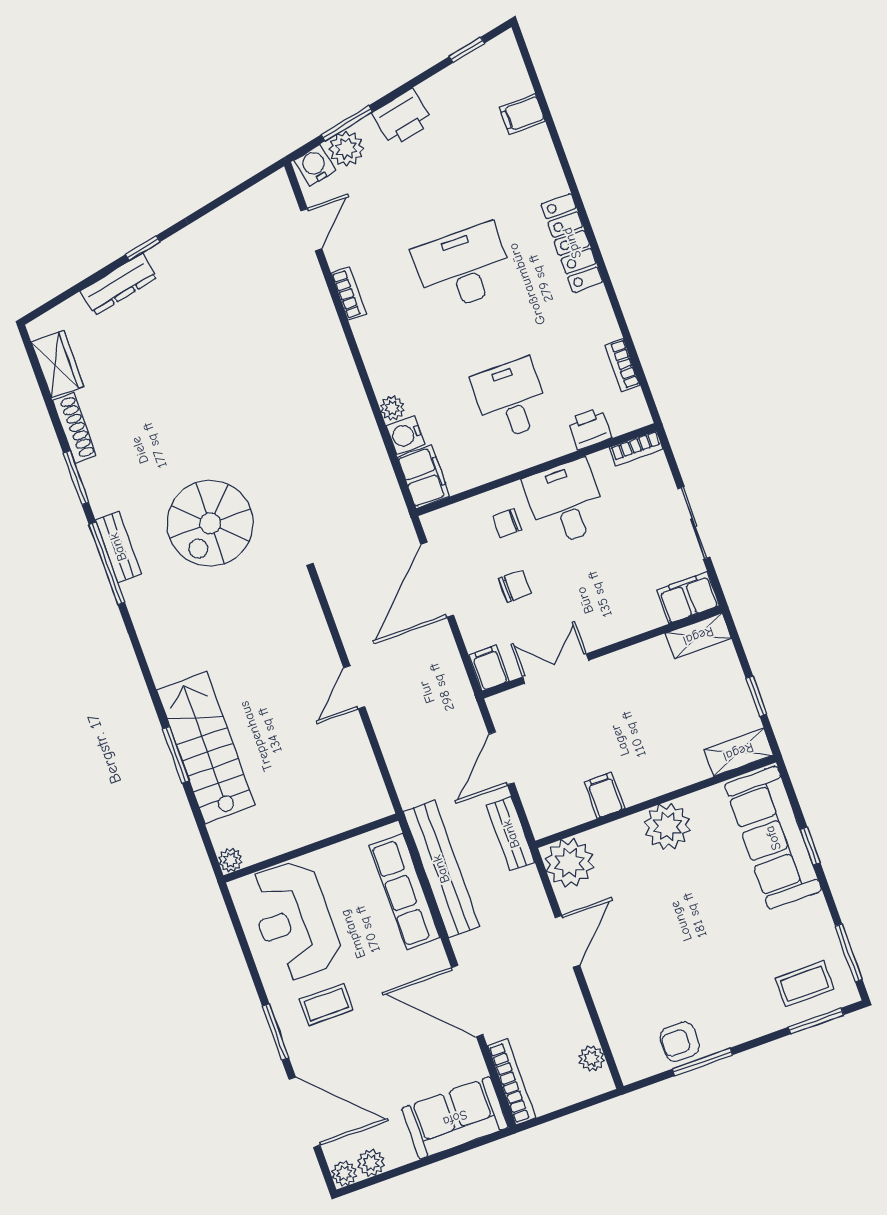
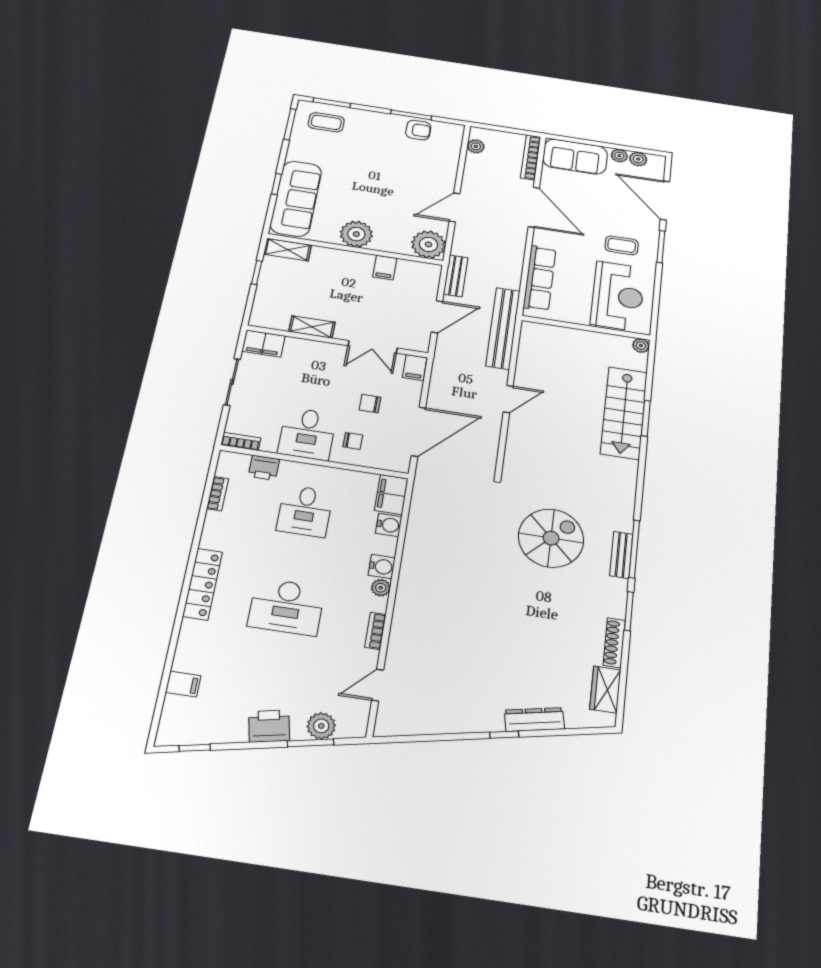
water cooler: (315, 165) -> (382, 567), moved, turned -78
plant: (392, 408) -> (381, 588), moved
shelving: (698, 636) -> (312, 327), moved
bench: (441, 869) -> (503, 328), moved
plant: (344, 1173) -> (619, 156), moved

